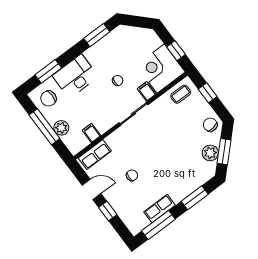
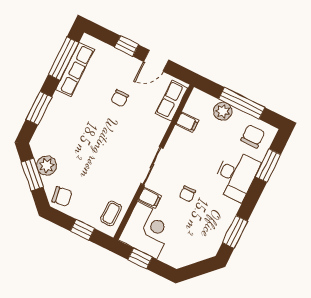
row of seats: (160, 209) -> (75, 69), width x1.48

